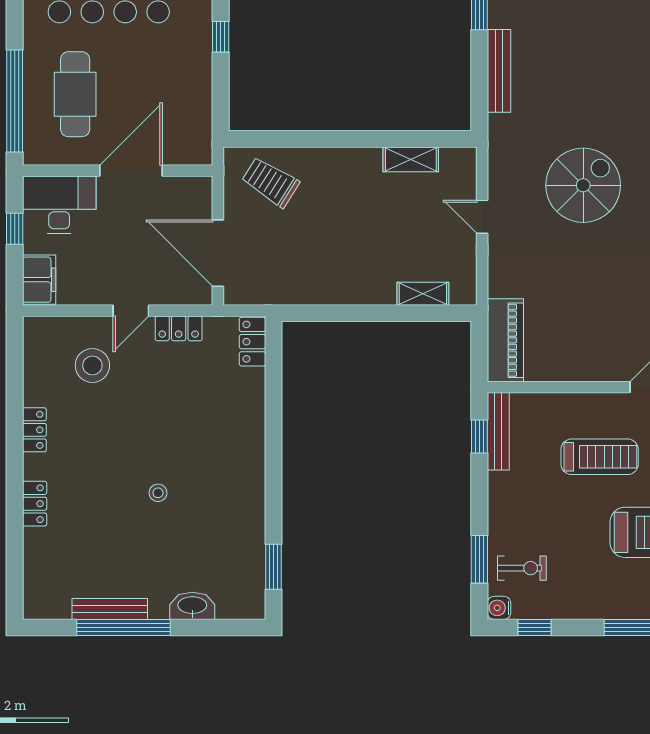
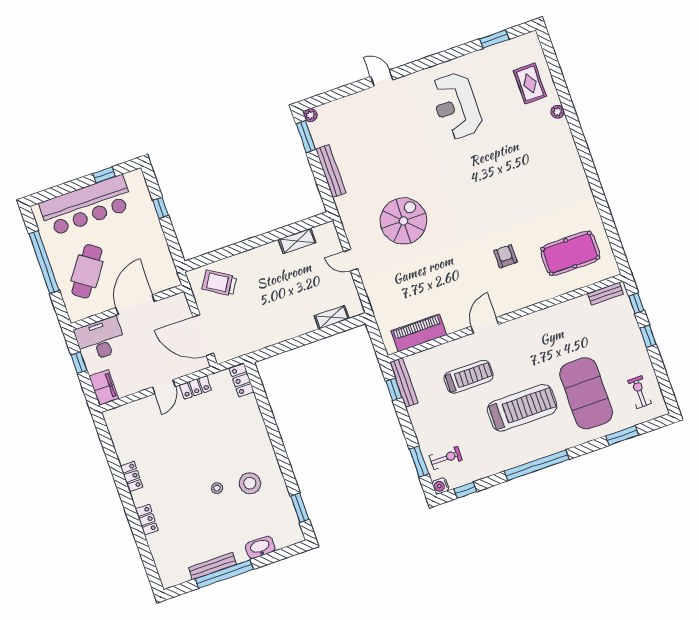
cafe table: (75, 94) -> (87, 271), turned 35
window: (15, 101) -> (44, 262), moved
piano: (505, 340) -> (419, 333), moved, turned -90
stool: (92, 365) -> (250, 483), moved

